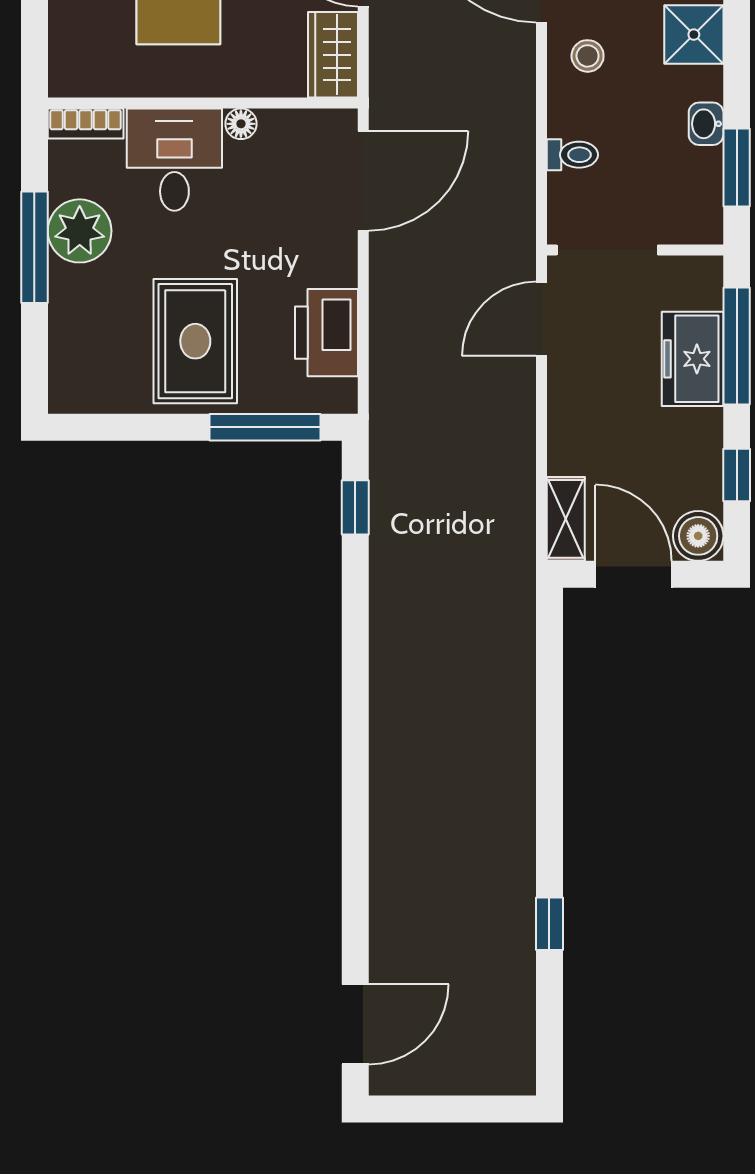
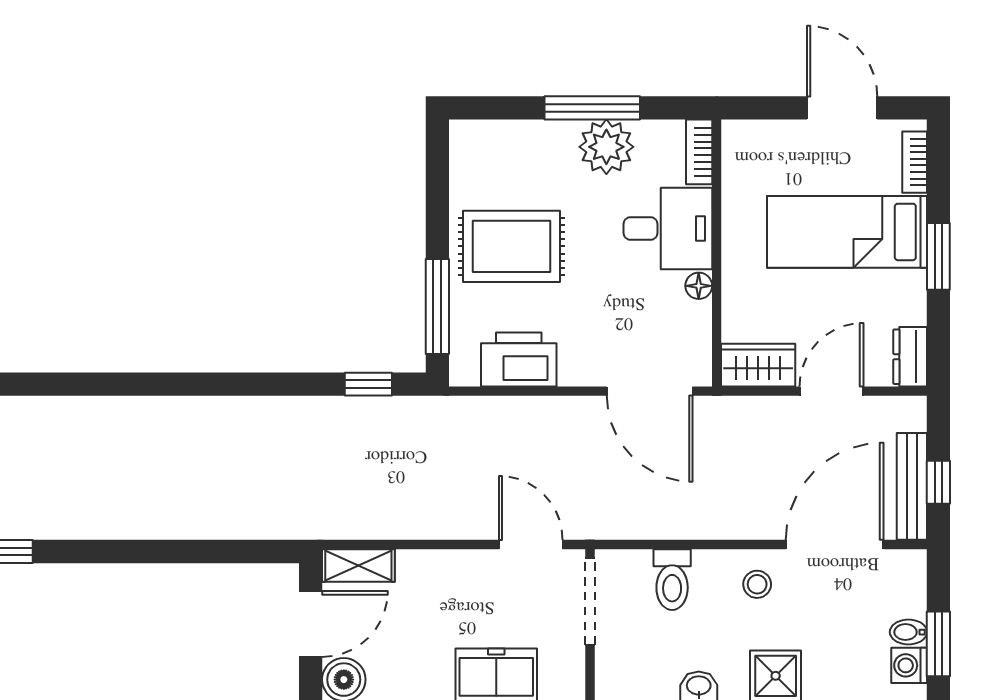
toilet: (572, 155) -> (672, 580), width x1.37, depth x1.39

